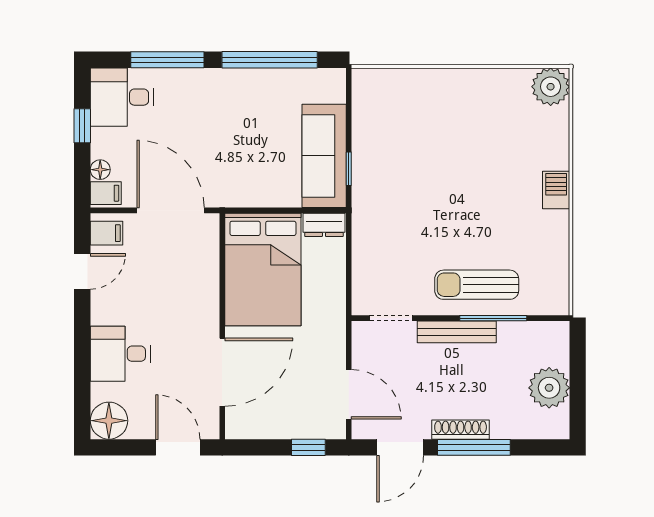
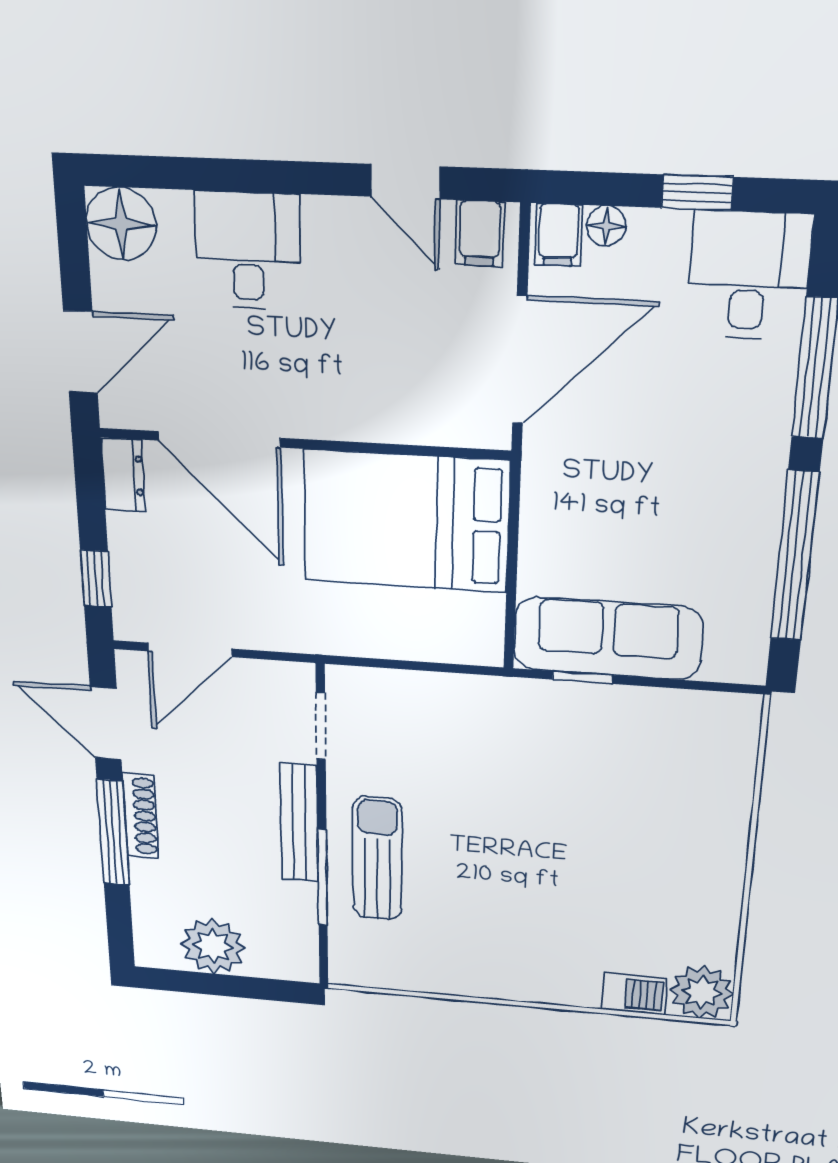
barbecue: (556, 190) -> (634, 994), moved
dresser: (324, 225) -> (123, 475), moved, turned 180

